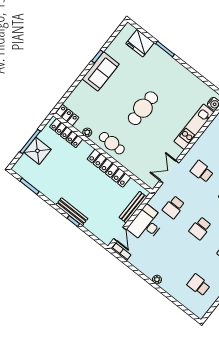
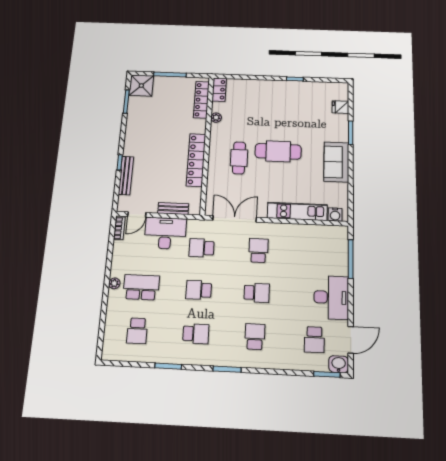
fridge: (140, 43) -> (340, 107), width x0.53, depth x0.75
sofa: (101, 71) -> (336, 162), moved, turned 90
cafe table: (112, 143) -> (239, 158), moved
shower: (37, 151) -> (141, 86), moved
double door: (169, 172) -> (235, 219), width x1.37
bench: (133, 207) -> (173, 209), width x0.73
bench: (72, 212) -> (126, 176), moved
school desk: (172, 264) -> (141, 287), added
school desk: (199, 285) -> (137, 331), turned 180

